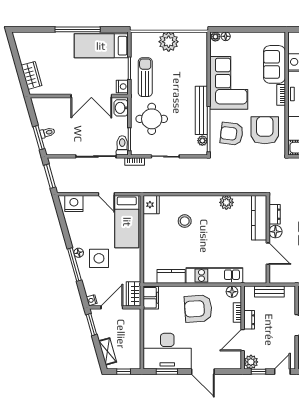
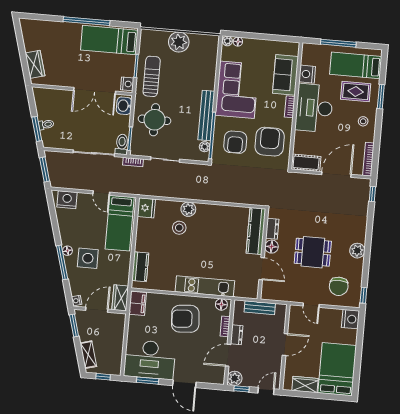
armchair: (232, 134) -> (235, 142), turned -97
plant: (226, 202) -> (188, 209), moved
kitchen counter: (171, 276) -> (140, 267), moved, turned 90

